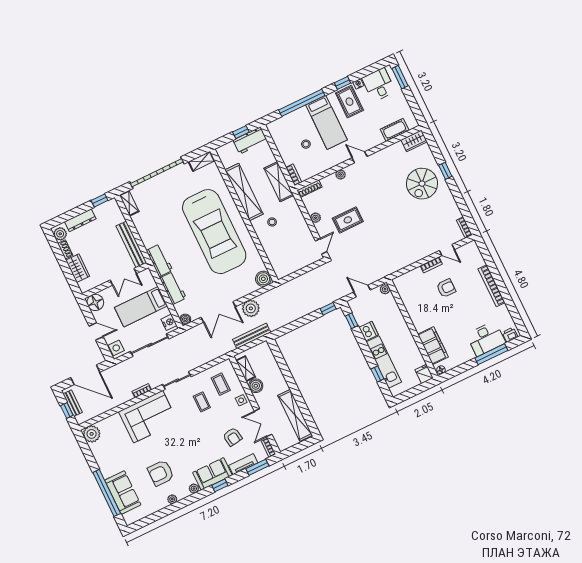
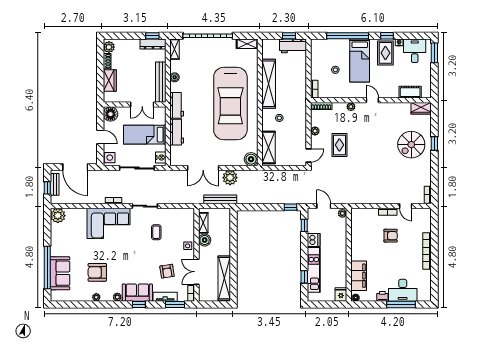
shelving: (279, 182) -> (269, 148), moved
dresser: (80, 220) -> (153, 44), moved
rug: (348, 220) -> (339, 145), turned 90
boiler: (185, 319) -> (175, 77), moved
printer: (510, 335) -> (382, 296), moved
coffee table: (221, 384) -> (178, 225), removed

